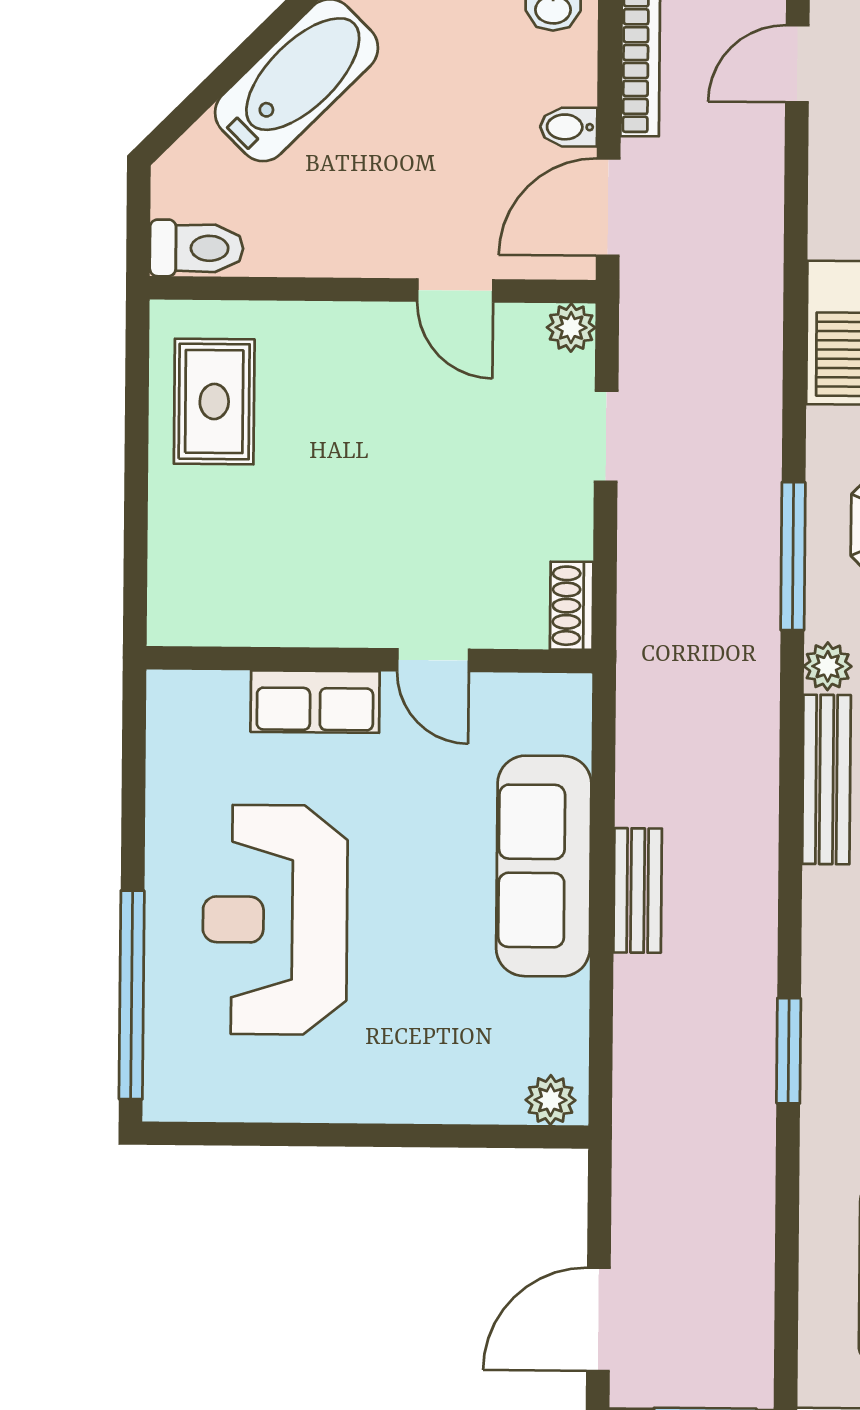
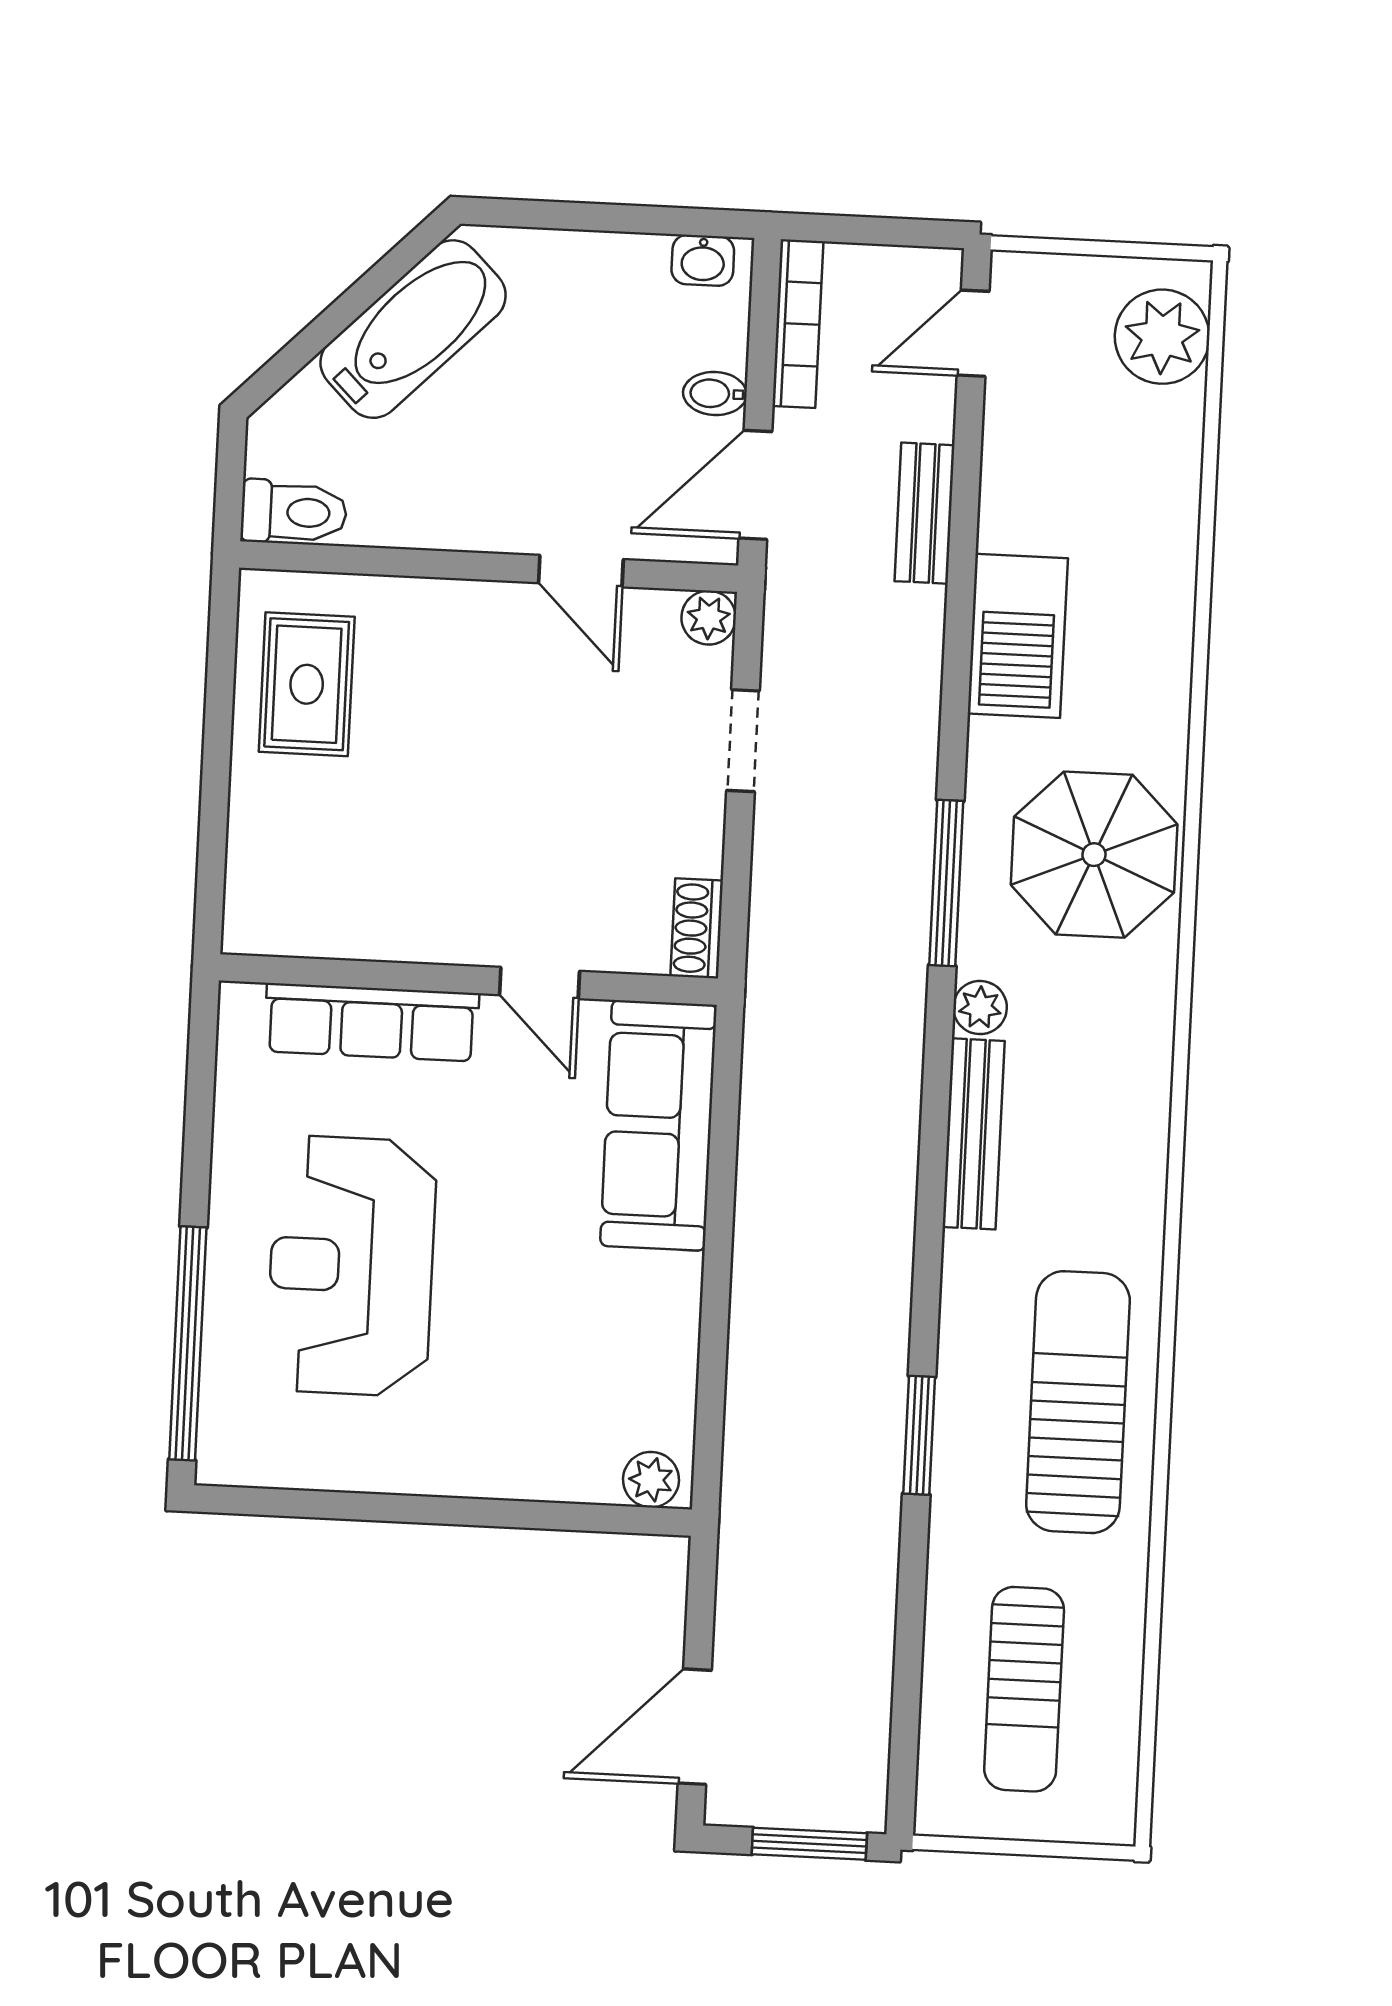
row of seats: (315, 702) -> (372, 1022), width x1.48
sofa: (544, 866) -> (658, 1125), moved
bench: (638, 890) -> (925, 513), moved

